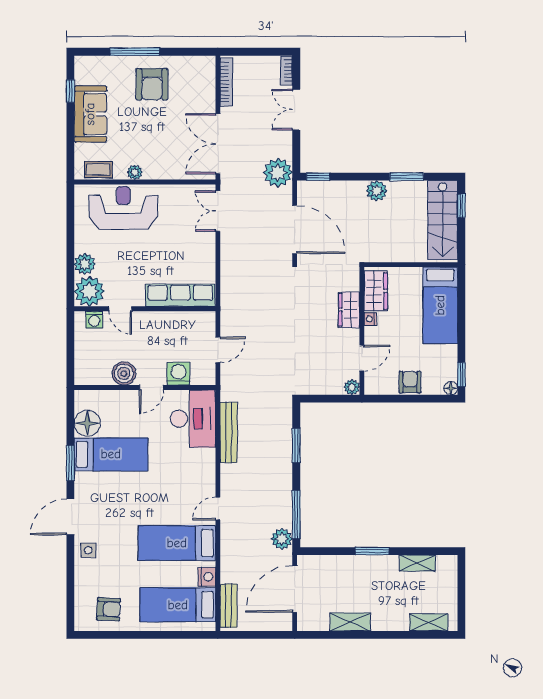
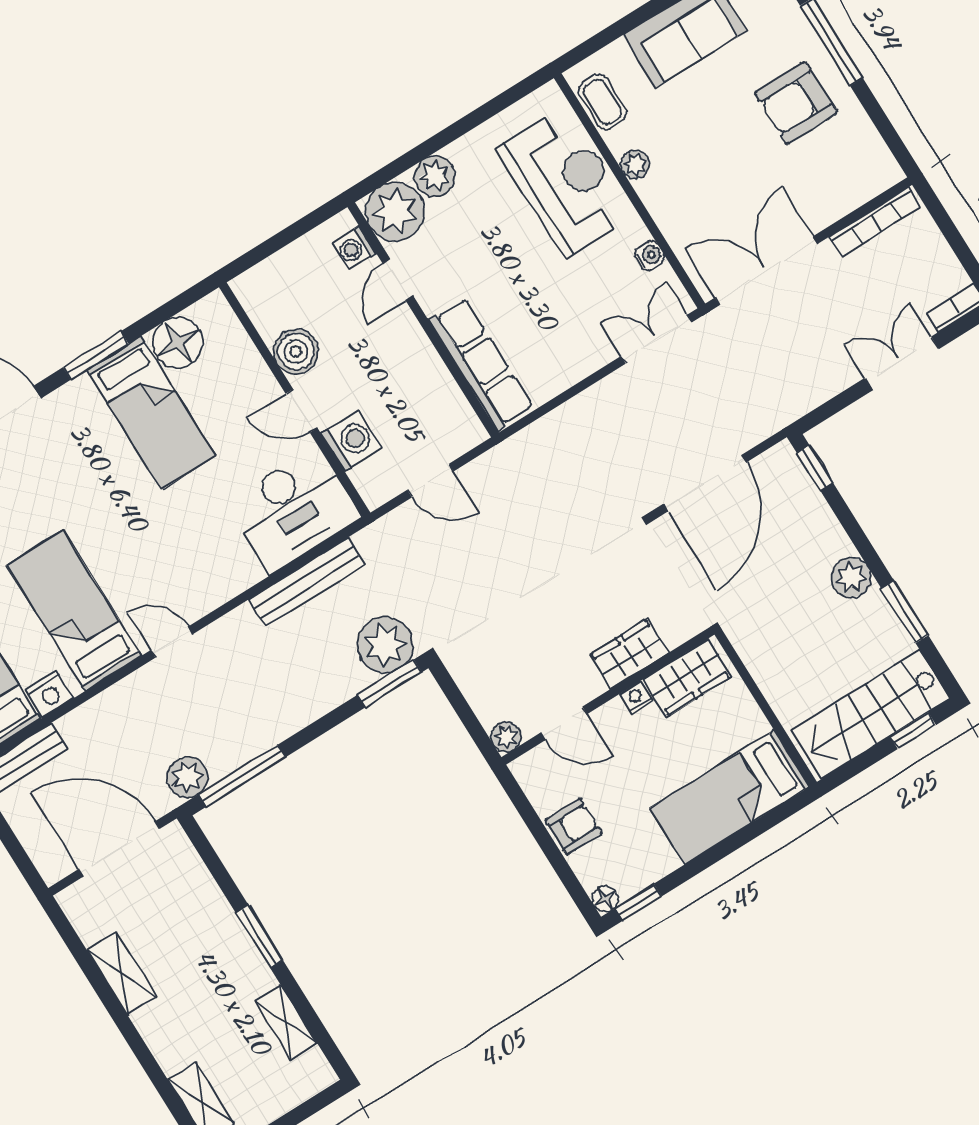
plant: (278, 173) -> (385, 645), moved
water cooler: (179, 191) -> (650, 256), added
window: (296, 446) -> (390, 683), moved

